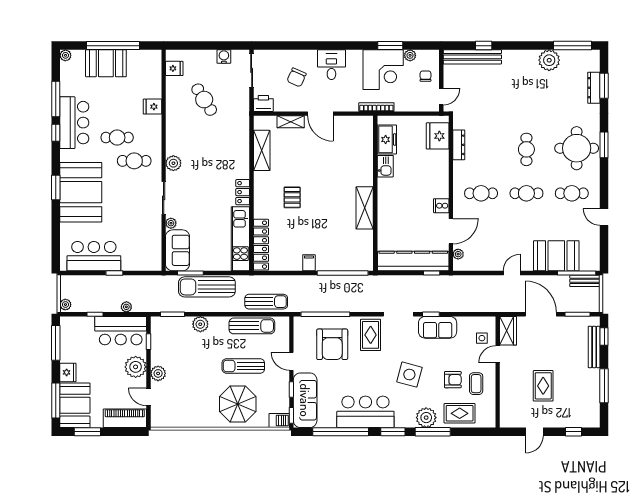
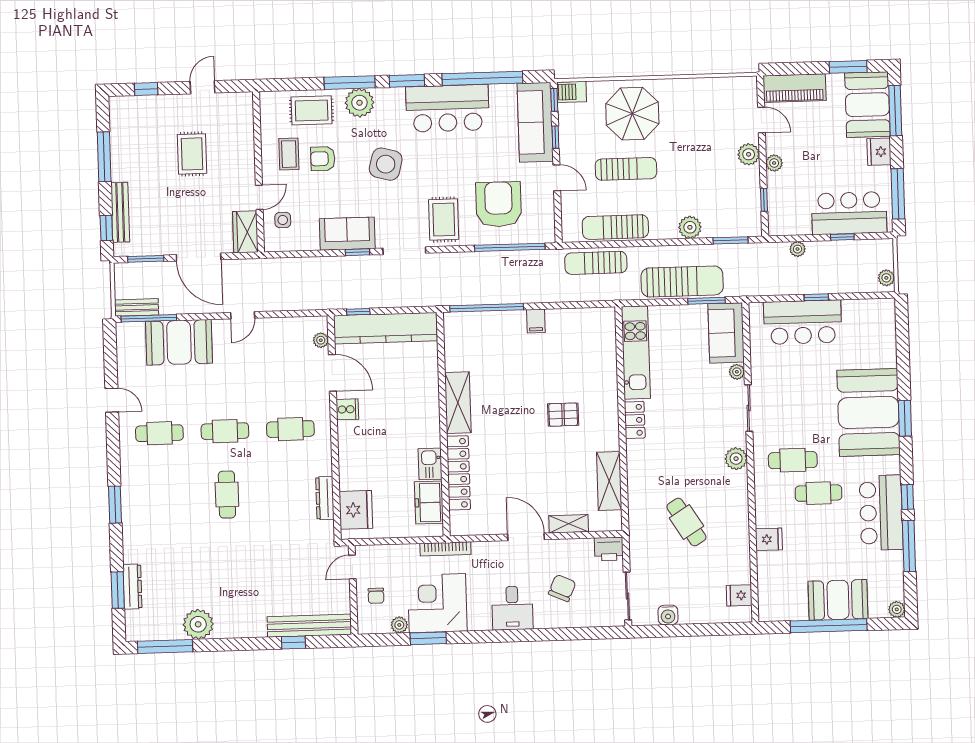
cafe table: (204, 100) -> (686, 522), moved
round table: (577, 148) -> (155, 498), removed
pallet: (292, 197) -> (563, 415), turned 90
door: (451, 231) -> (332, 373), swing flipped
locker: (261, 245) -> (459, 473), moved, turned 180
bar counter: (94, 256) -> (803, 322), moved
plant: (65, 305) -> (886, 278), moved
bar counter: (121, 331) -> (849, 213), moved
plant: (136, 367) -> (774, 163), width x0.53, depth x0.53

